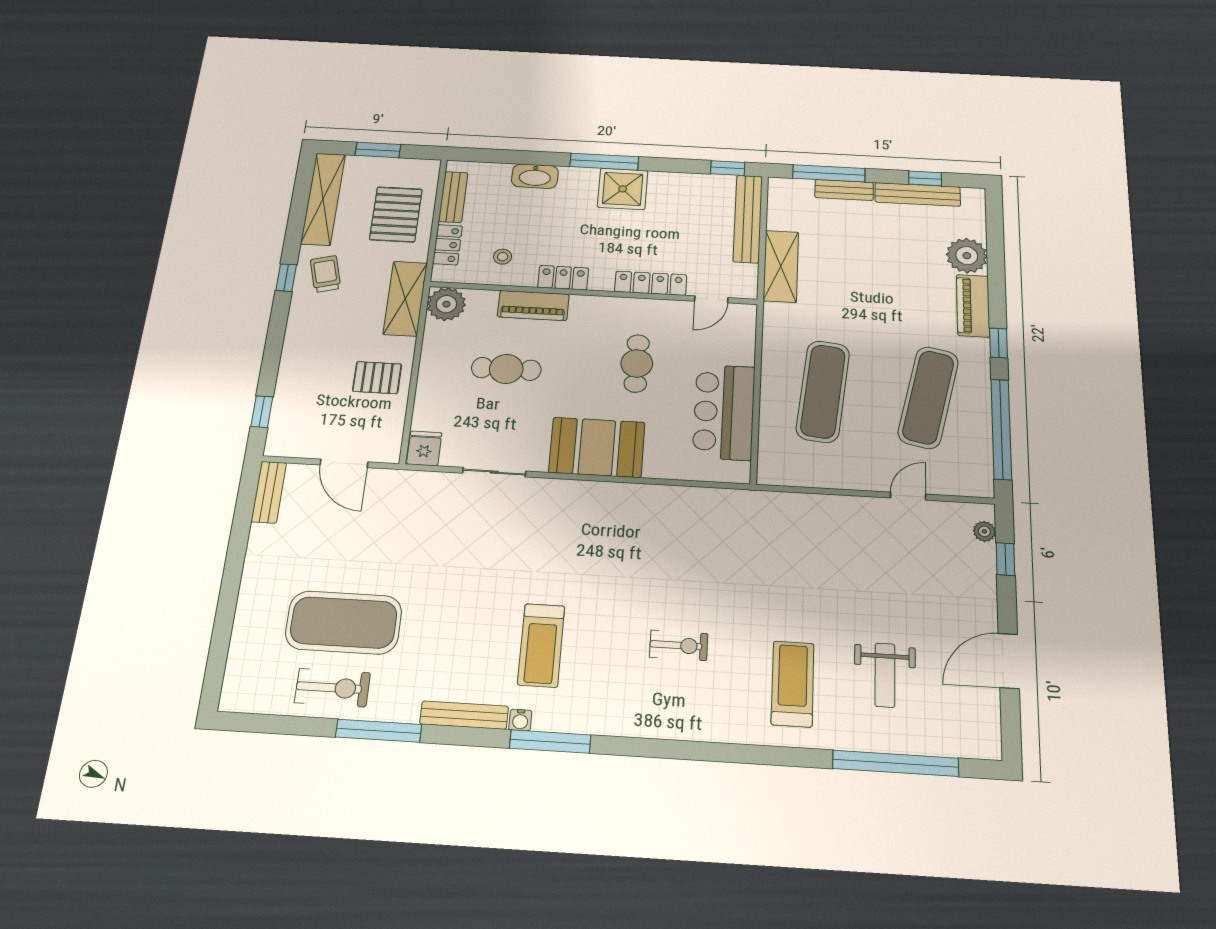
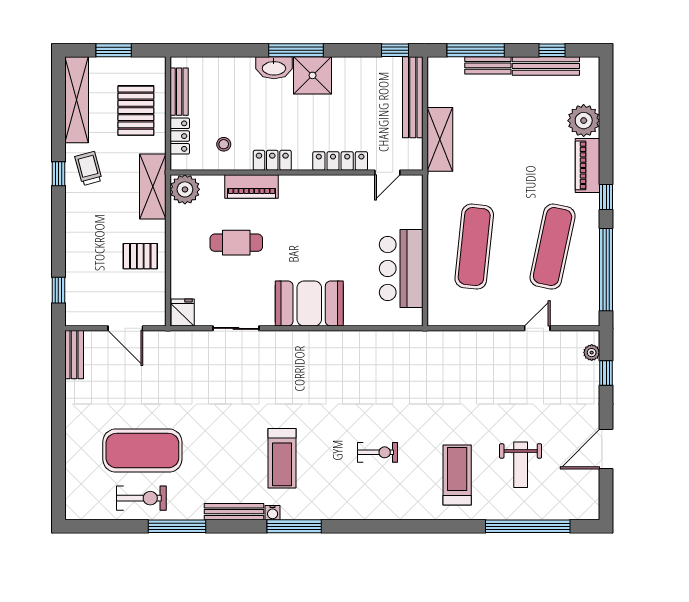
washbasin: (535, 176) -> (274, 68), moved
cafe table: (637, 363) -> (334, 232), removed

